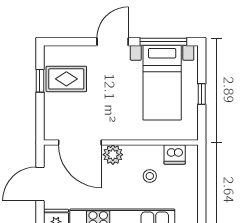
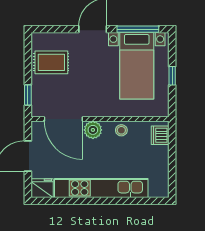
window: (40, 81) -> (28, 95), moved
dishwasher: (175, 154) -> (160, 135), moved, turned 90
stool: (150, 176) -> (121, 130), moved

